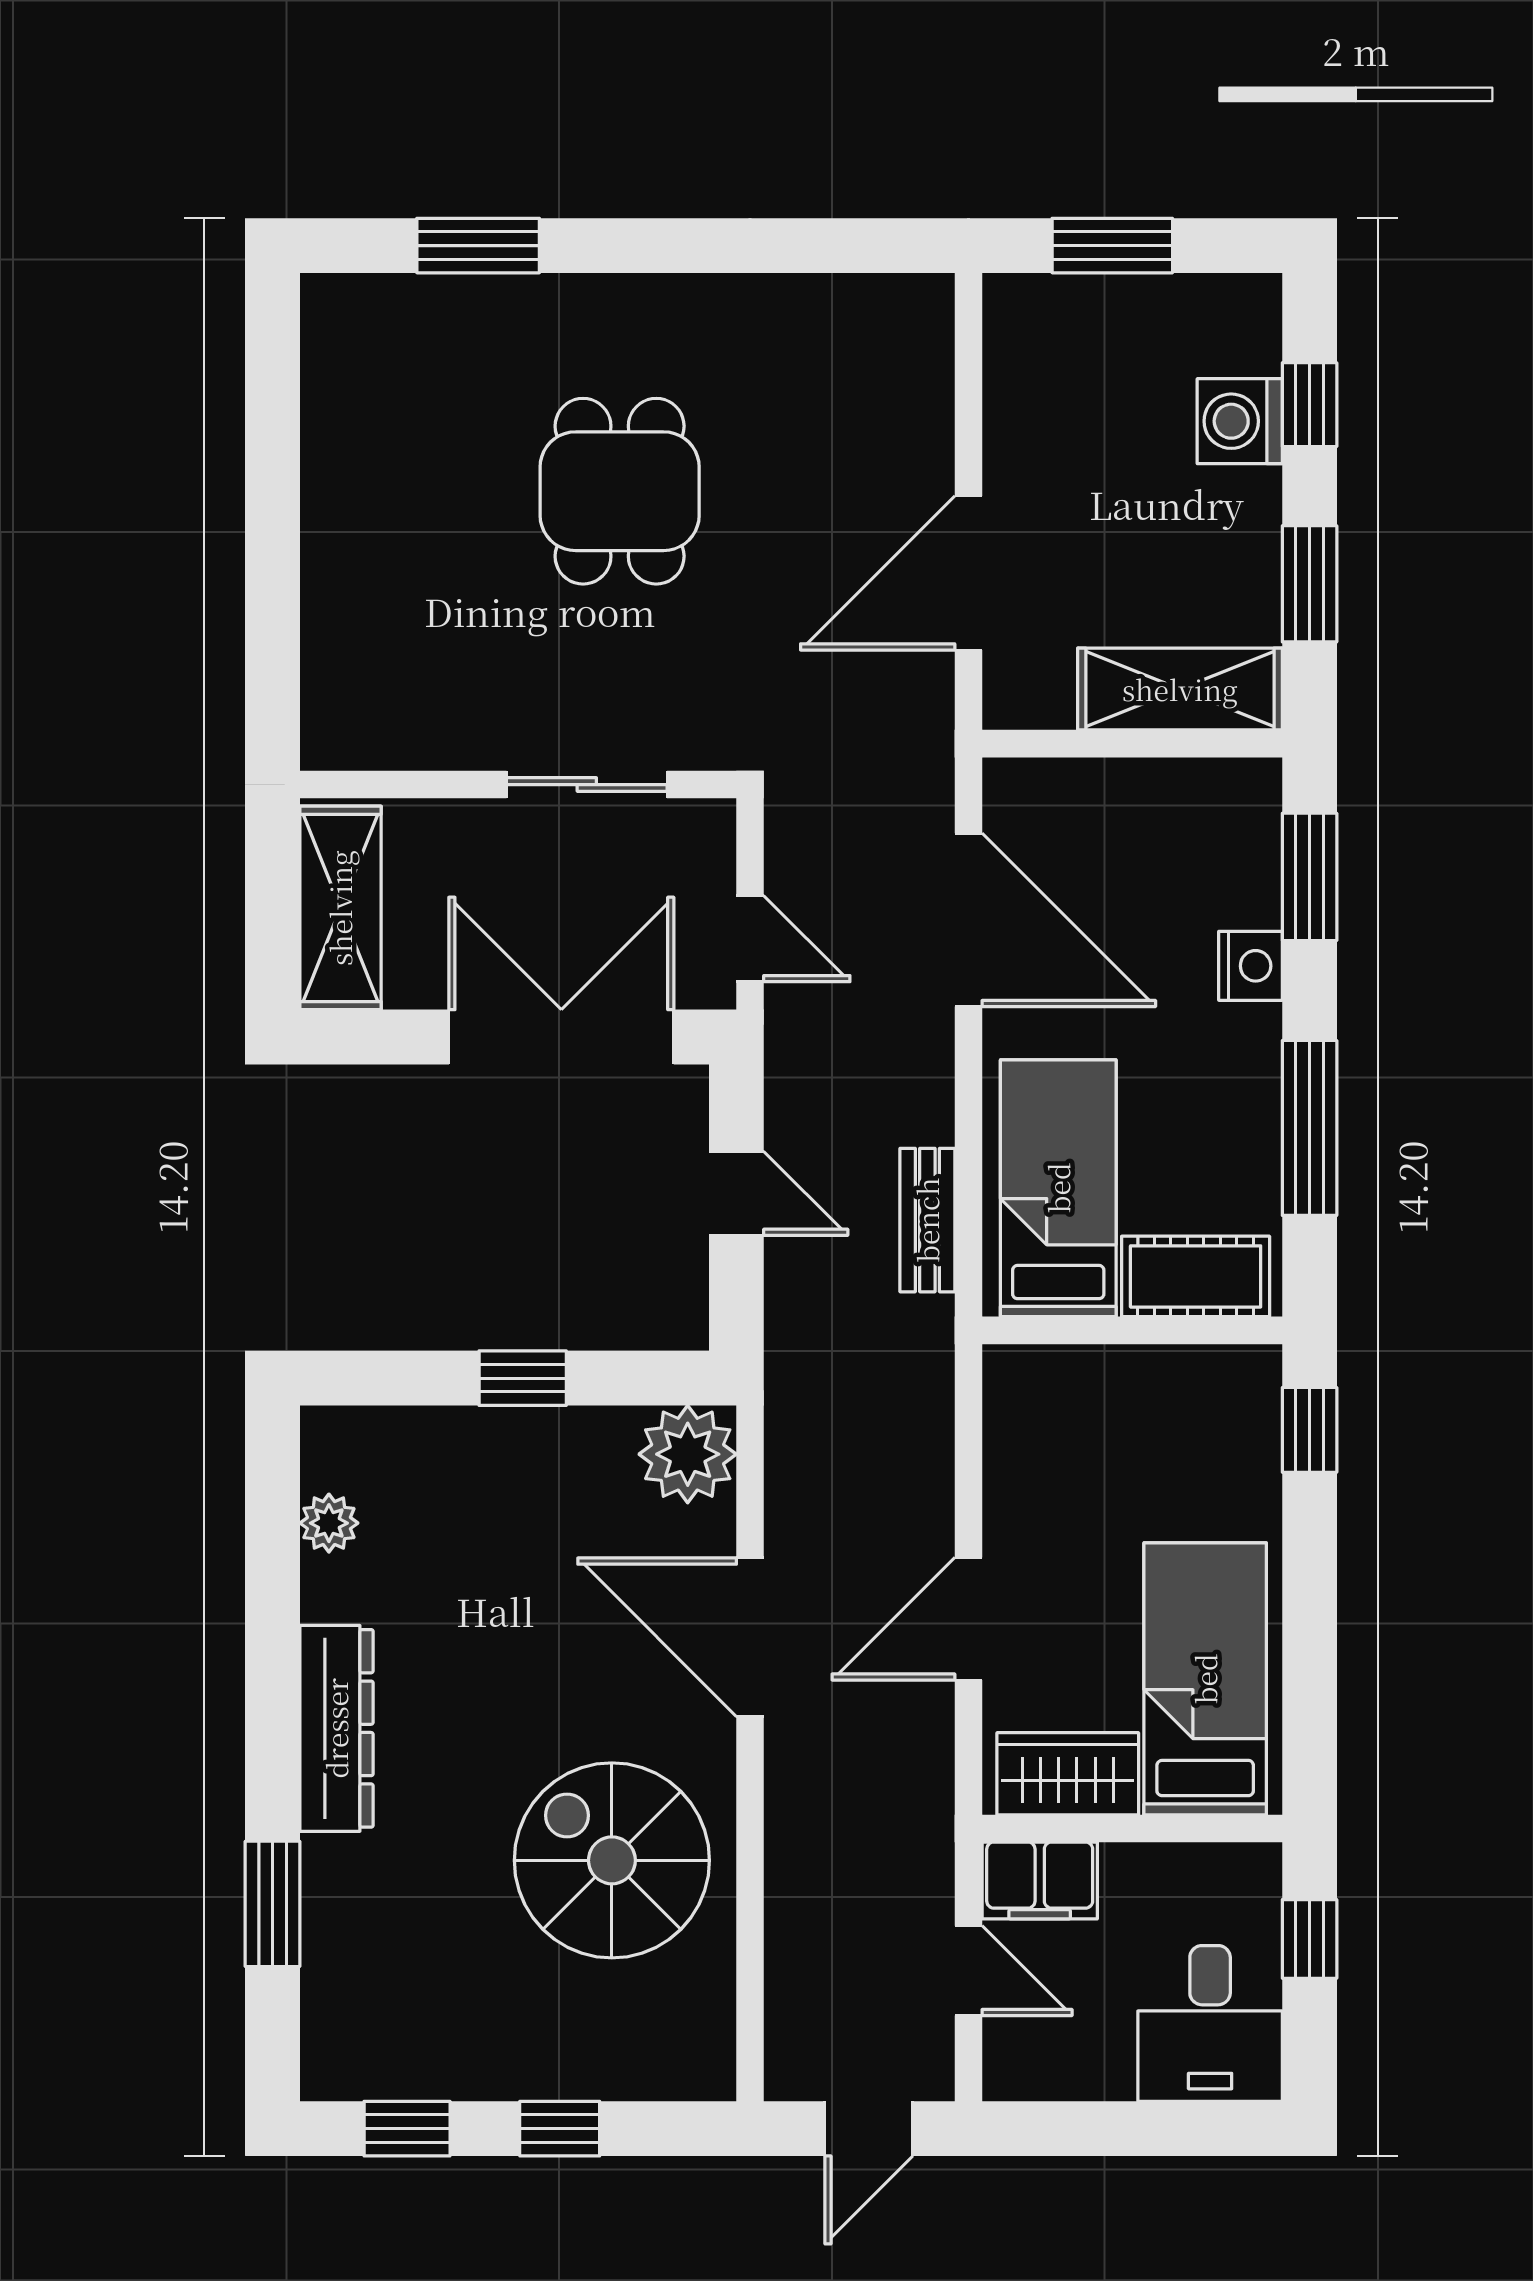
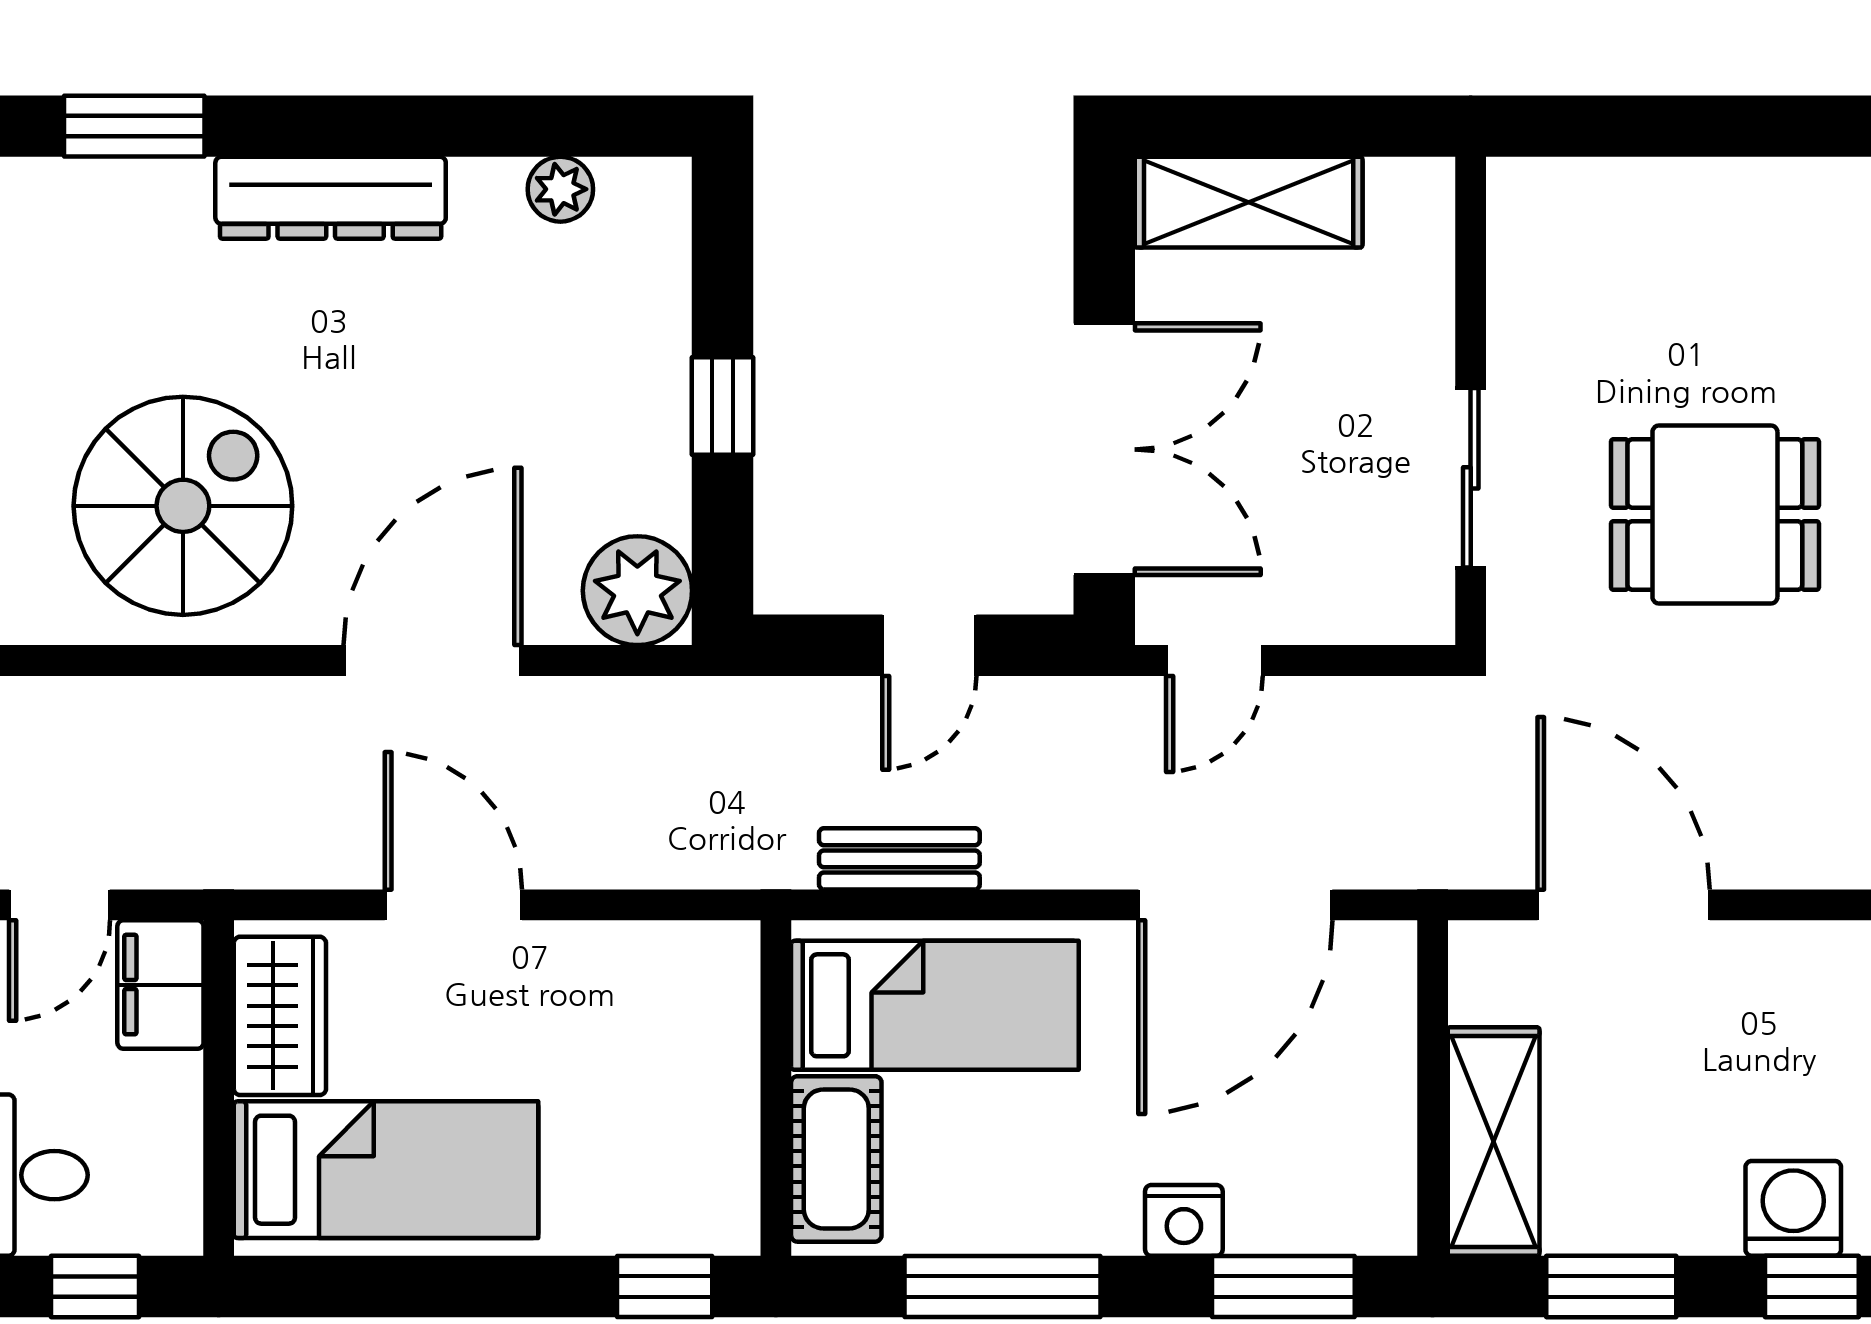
wall: (518, 785) -> (1471, 401), moved
sliding door: (587, 785) -> (1471, 478), moved

